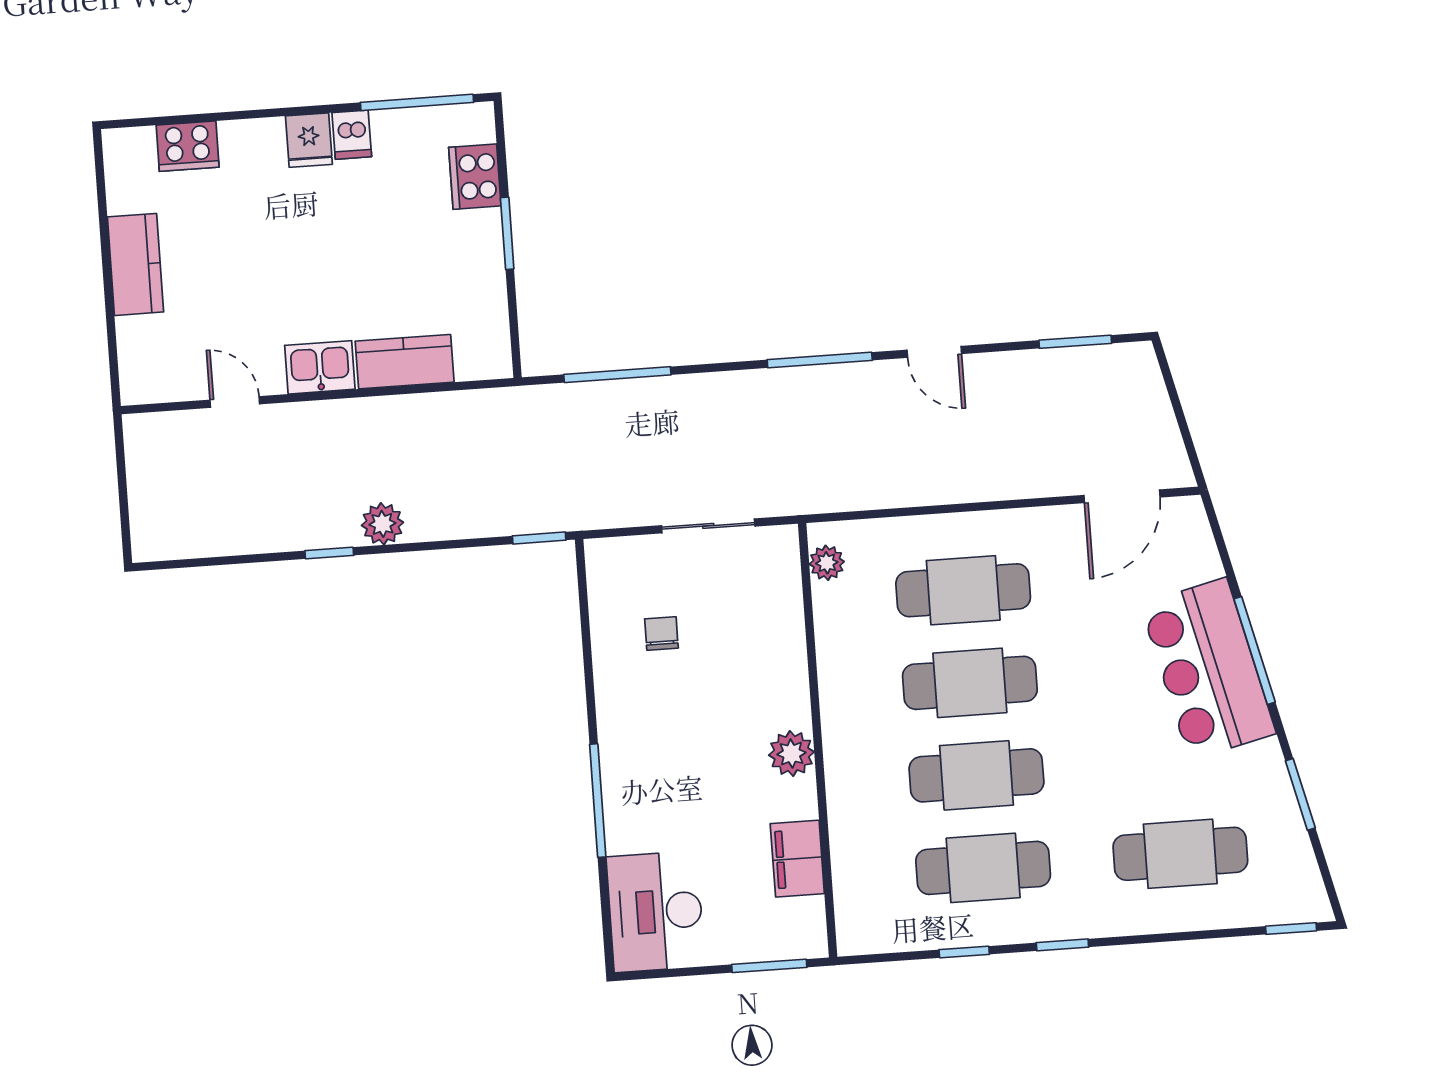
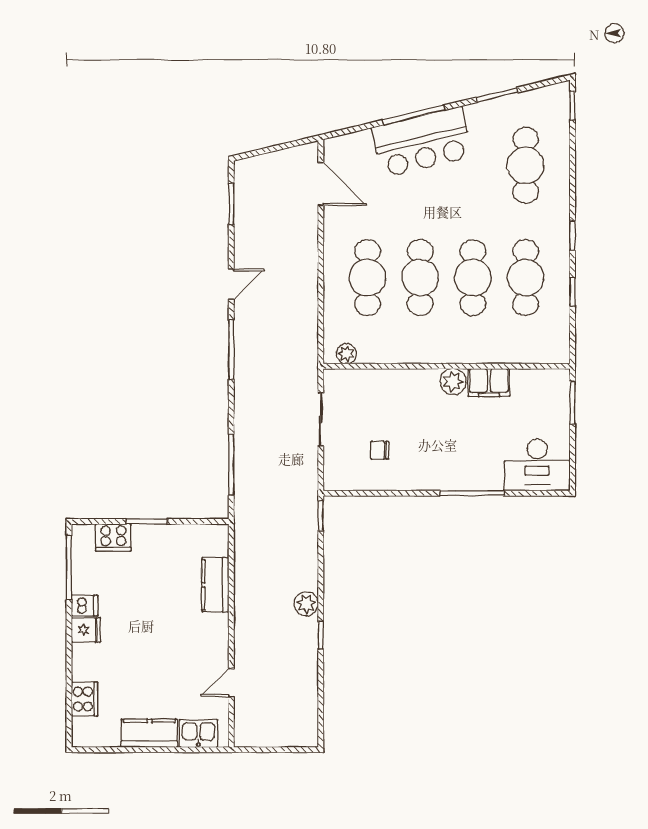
kitchen sink: (320, 367) -> (198, 733), moved, turned 90
filing cabinet: (797, 859) -> (489, 382), moved

